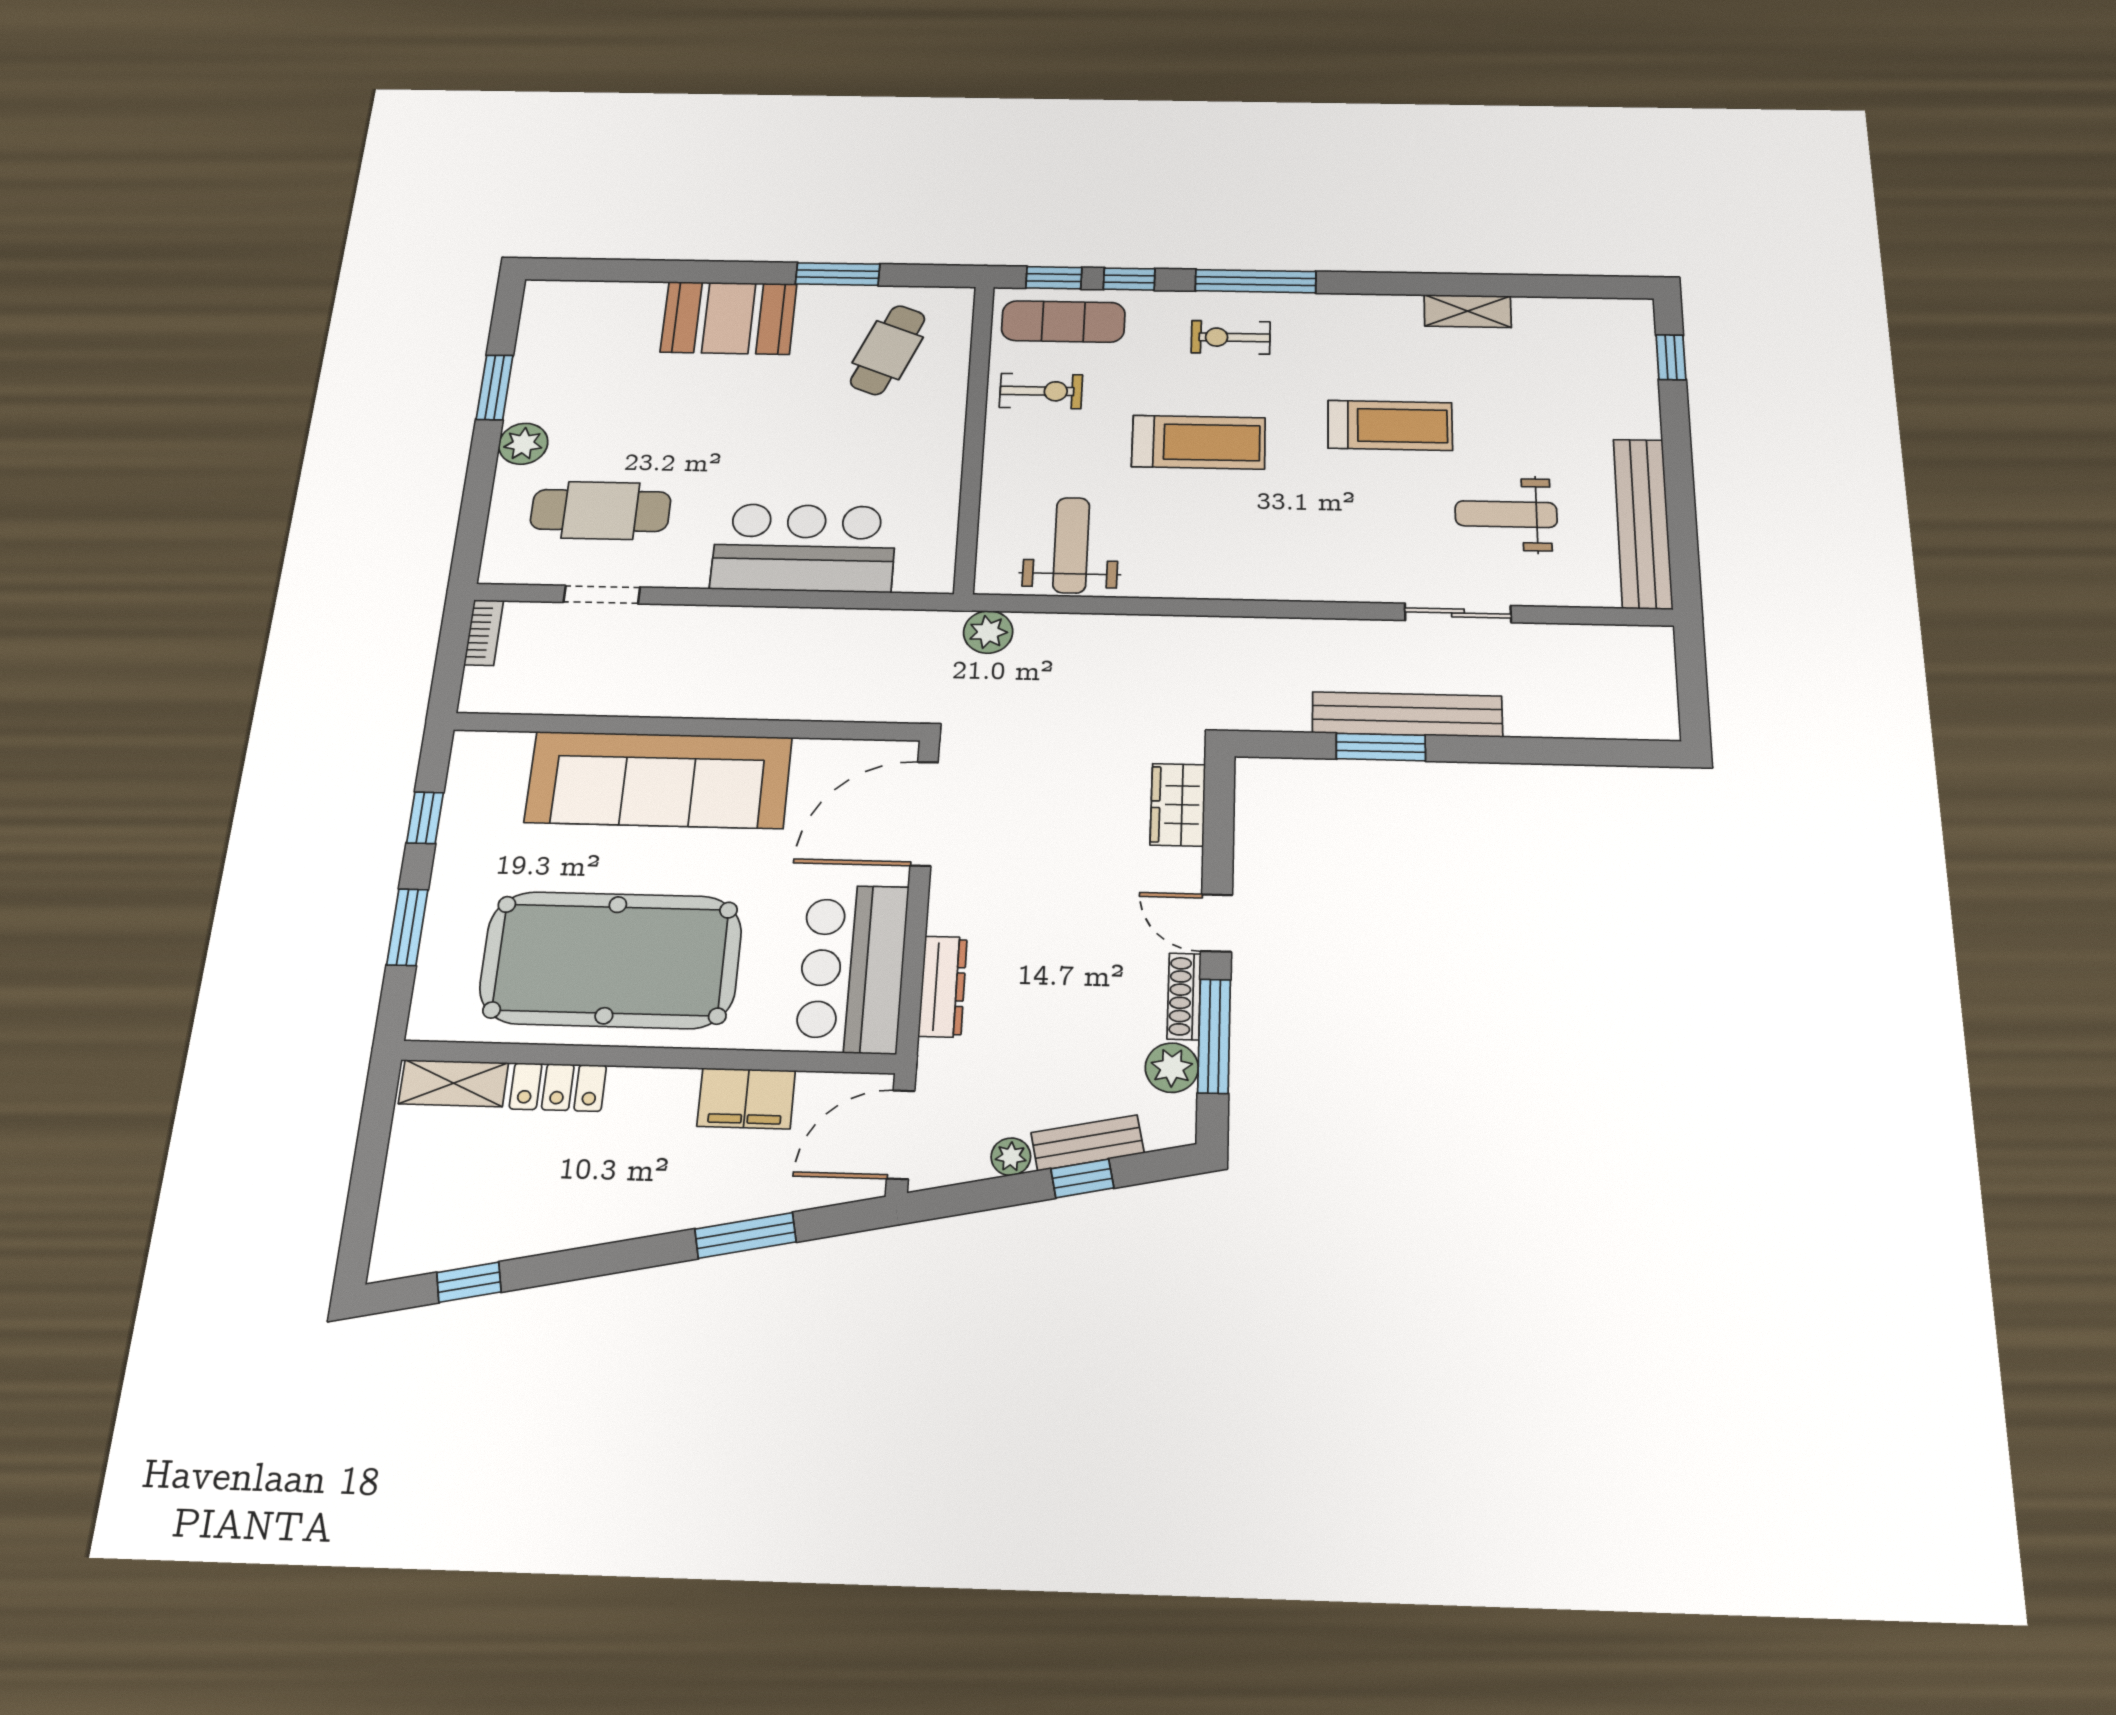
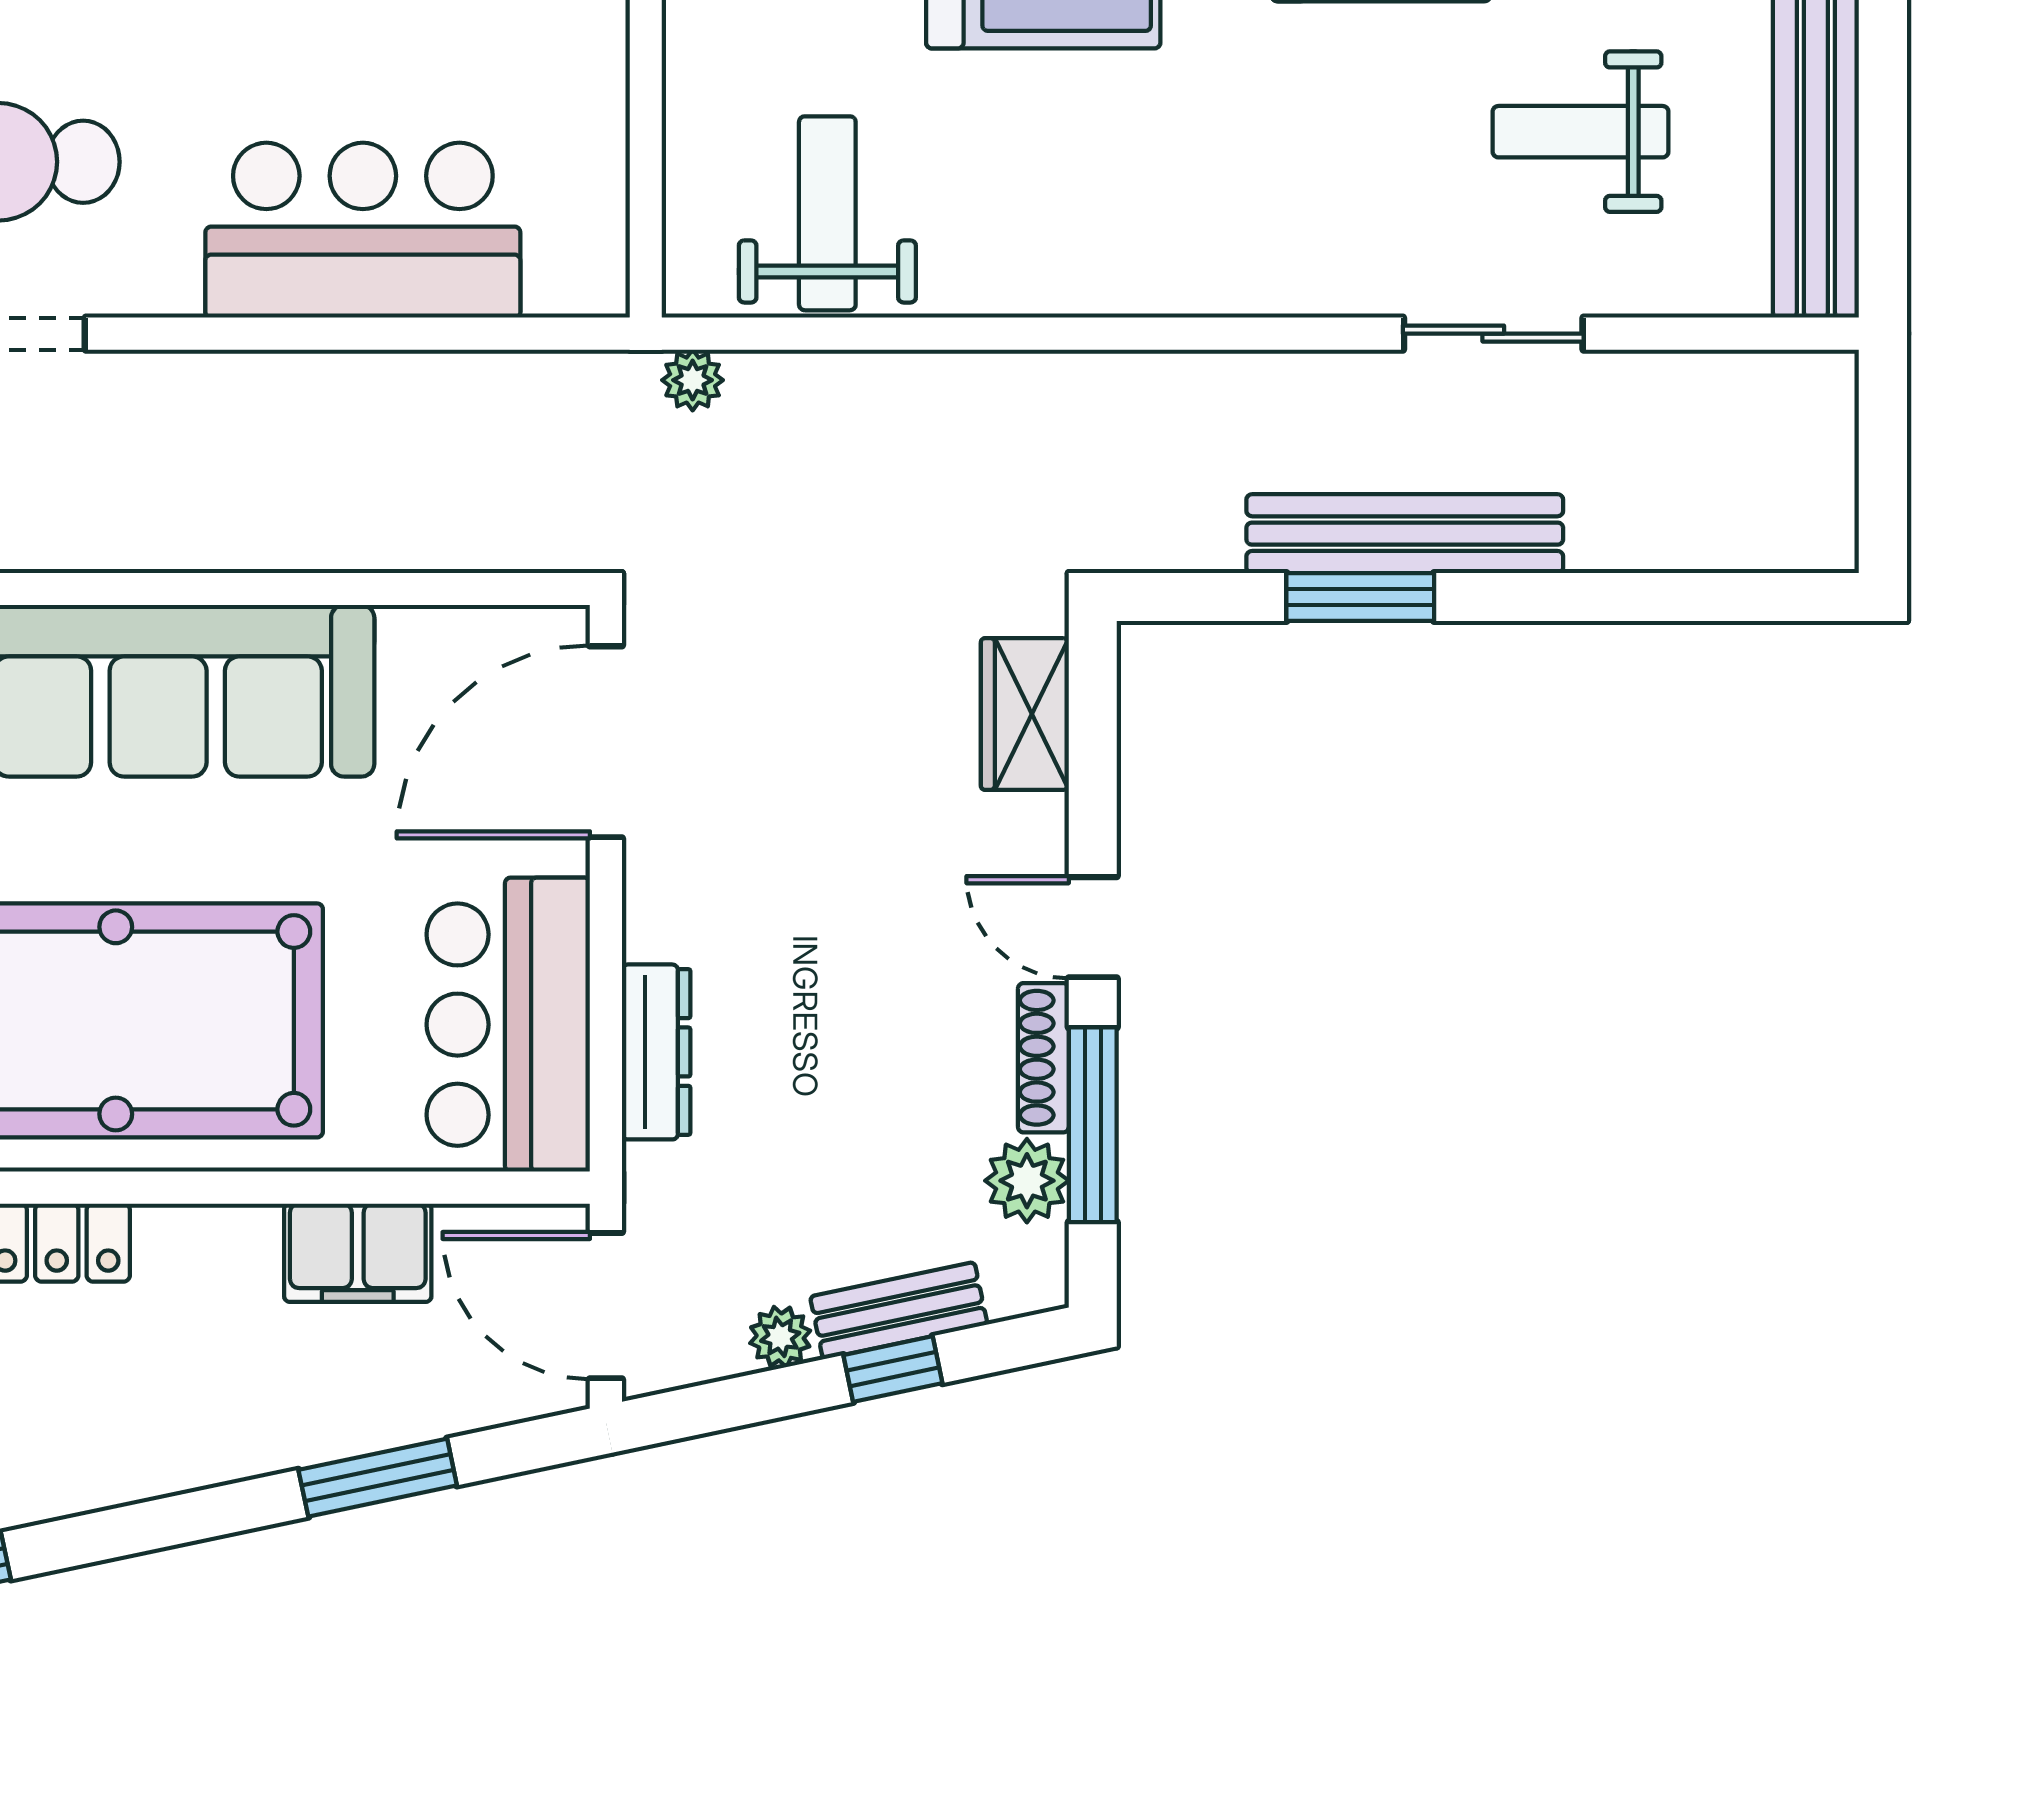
plant: (988, 632) -> (693, 380), width x0.73, depth x0.73
door: (901, 1135) -> (606, 1306), hinge flipped

